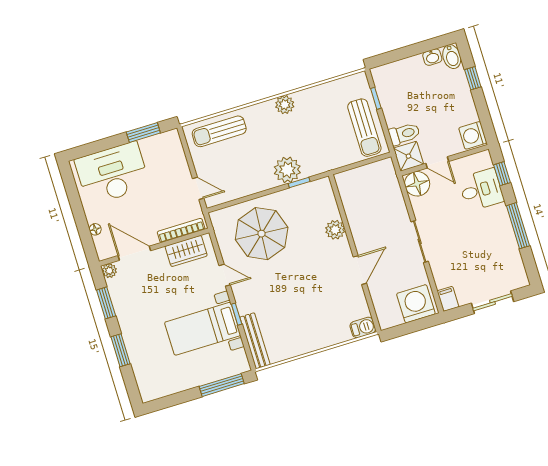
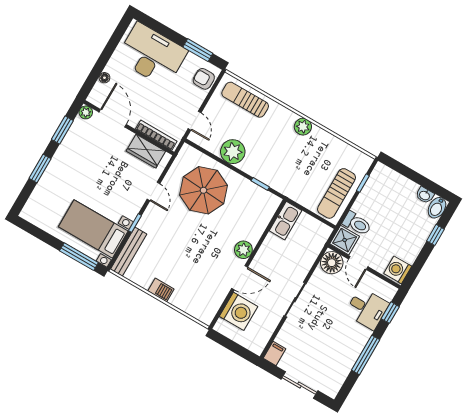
armchair: (171, 149) -> (204, 79), added
plant: (287, 170) -> (233, 152), moved
kitchen sink: (348, 190) -> (286, 221), added
plant: (335, 230) -> (243, 250), moved
washing machine: (416, 304) -> (239, 311), moved, turned 90
barbecue: (363, 327) -> (161, 290), moved
bed with nightstands: (203, 329) -> (93, 229), moved

